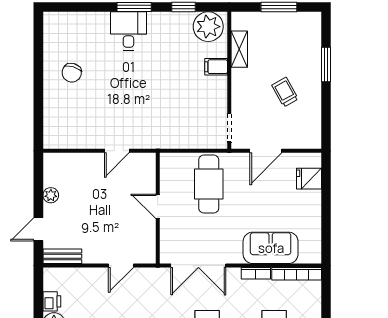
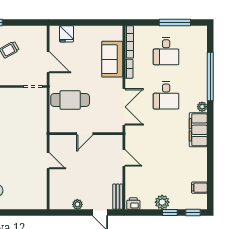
printer: (52, 301) -> (133, 204), moved

